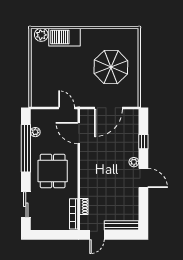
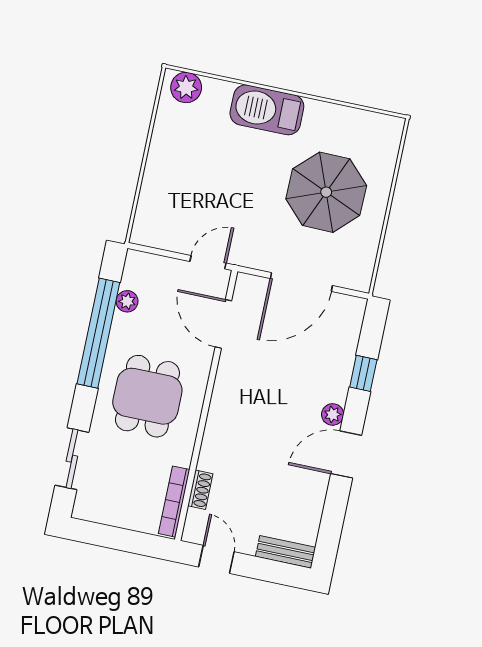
barbecue: (65, 37) -> (267, 110), moved
door: (67, 108) -> (208, 262), hinge flipped
door: (143, 178) -> (346, 454), swing flipped
bench: (122, 225) -> (286, 552), width x0.73
door: (97, 235) -> (216, 559), swing flipped

